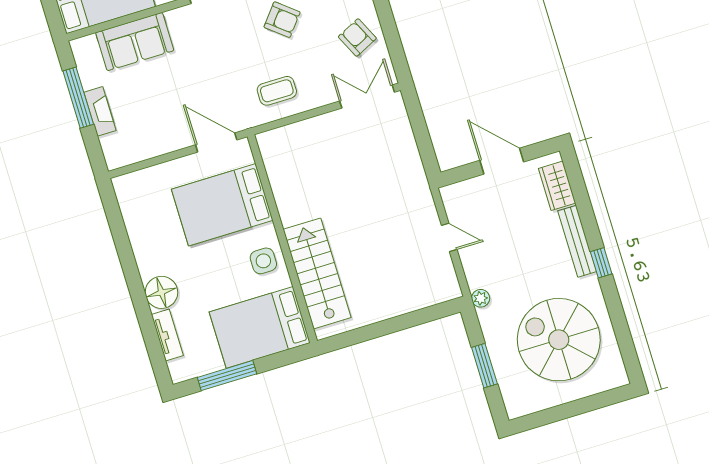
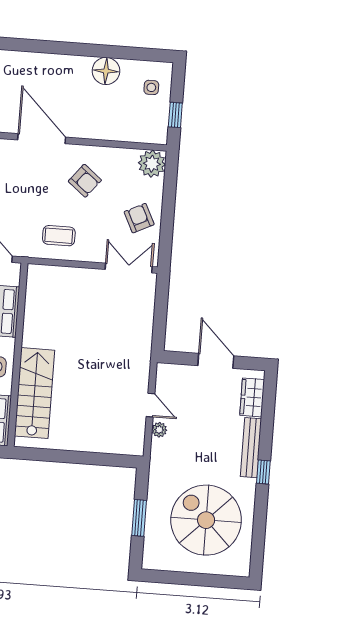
plant: (481, 298) -> (159, 430), moved

